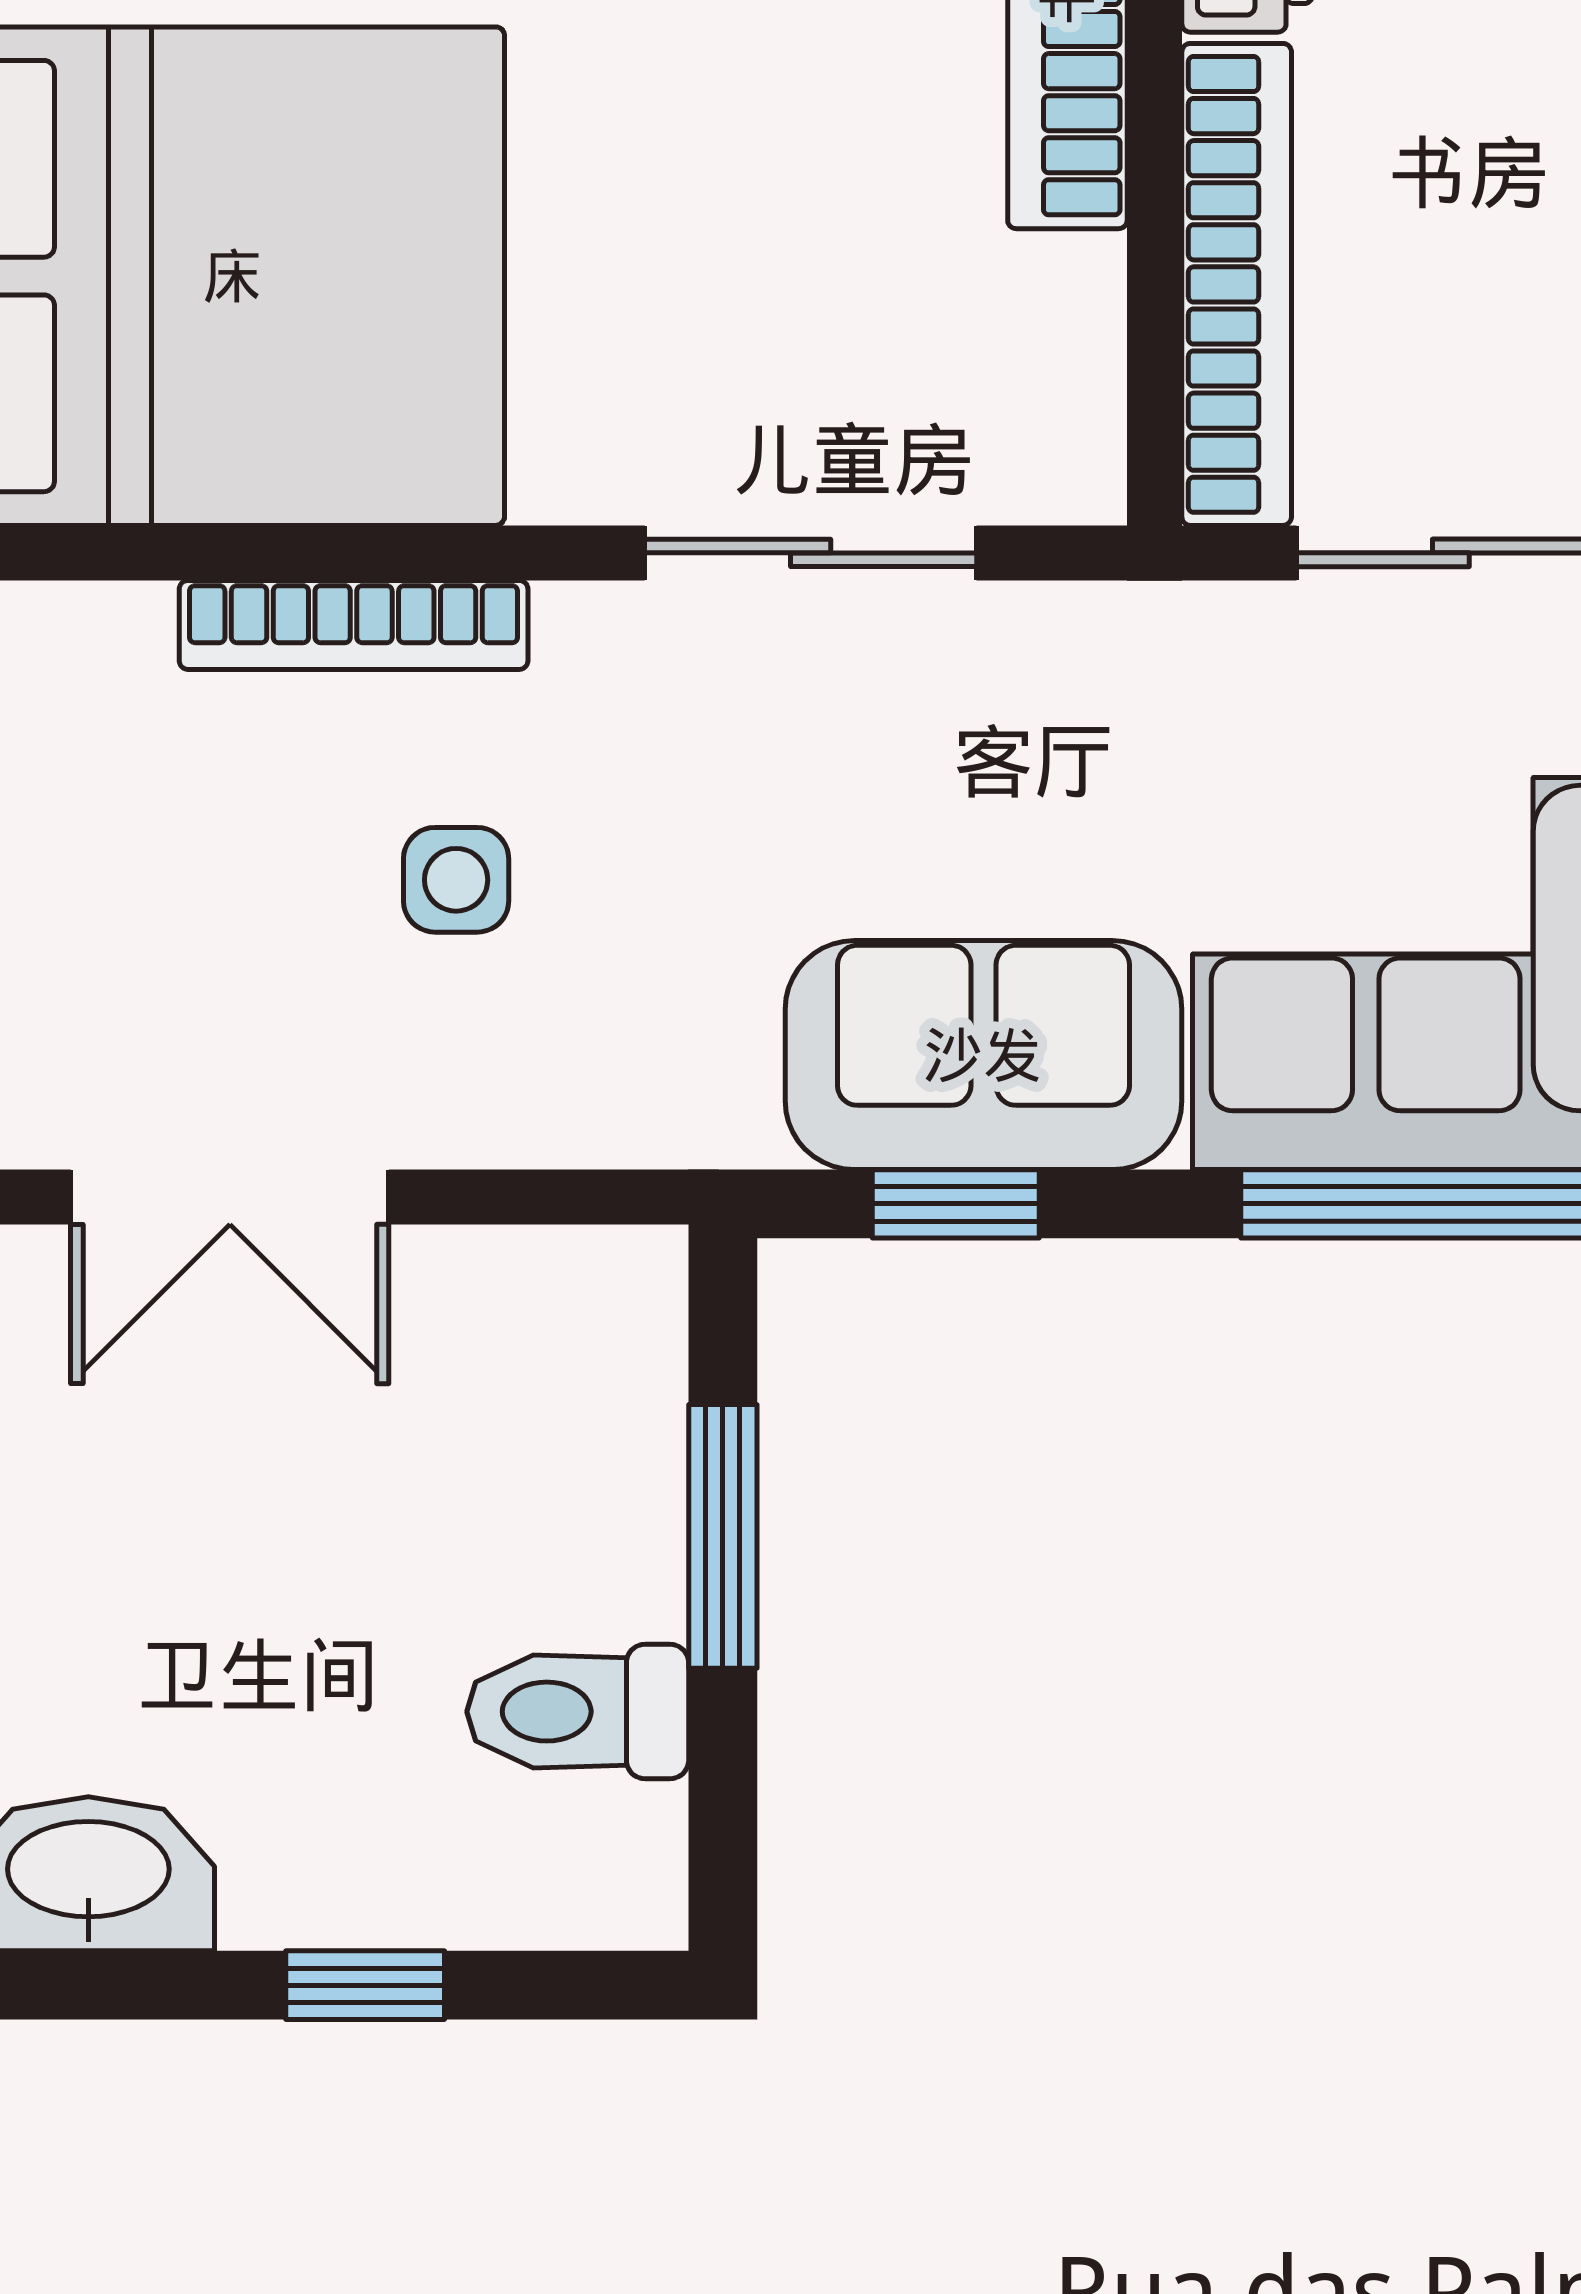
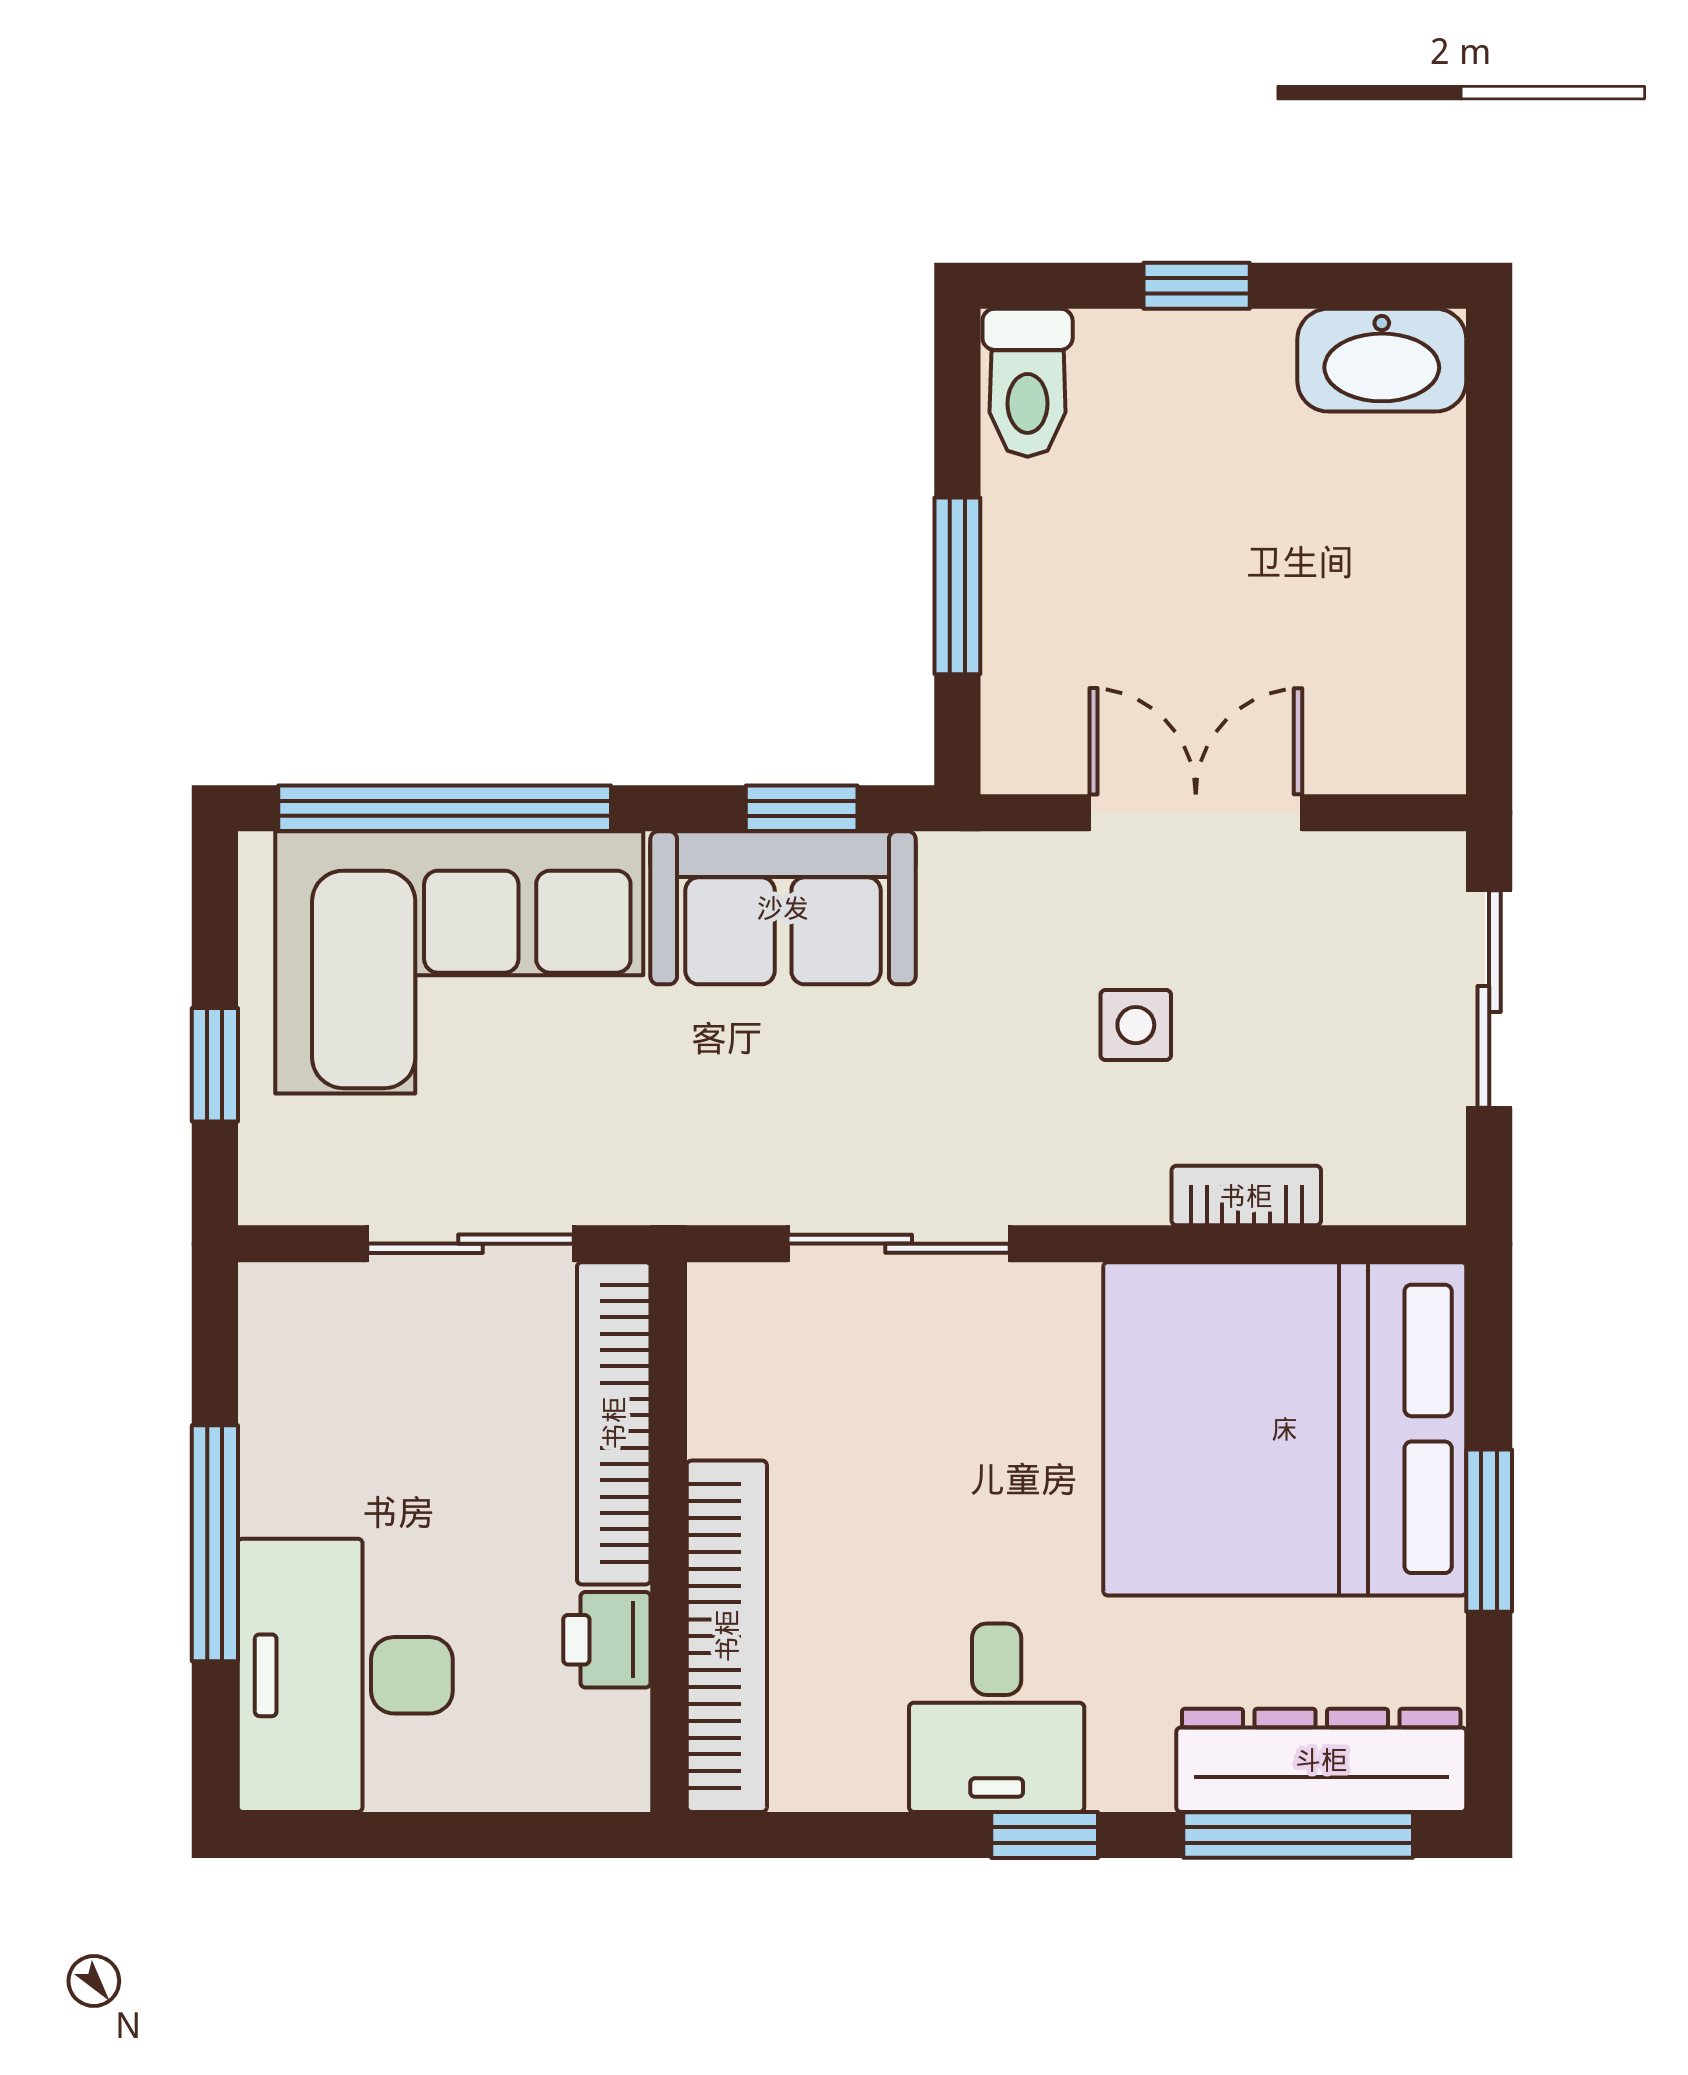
bookcase: (354, 625) -> (1246, 1196), width x0.64
double door: (230, 1197) -> (1196, 813), moved
toilet: (578, 1712) -> (1028, 383), moved, turned 90

